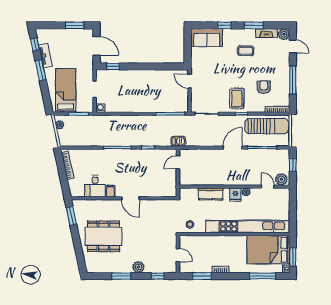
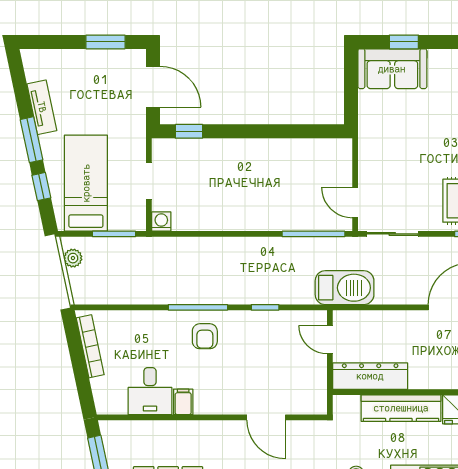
window: (224, 25) -> (404, 42), moved
window: (35, 44) -> (41, 187), moved
door: (190, 81) -> (355, 202), moved
barbecue: (178, 141) -> (345, 288), width x1.88, depth x1.53
armchair: (120, 161) -> (205, 336), added
door: (178, 162) -> (330, 339), hinge flipped
dresser: (196, 179) -> (370, 376), added
kitchen counter: (211, 194) -> (401, 408), width x1.50
door: (130, 198) -> (266, 417), moved

